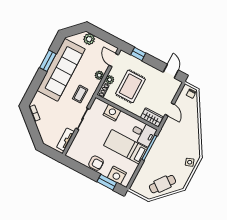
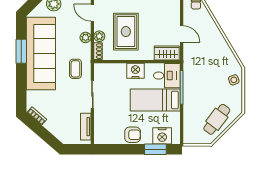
nightstand: (112, 113) -> (135, 71), moved

